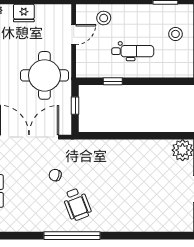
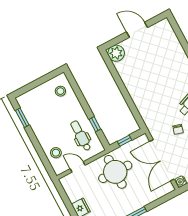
stool: (175, 34) -> (60, 91), moved
dental chair: (133, 51) -> (81, 136), moved

